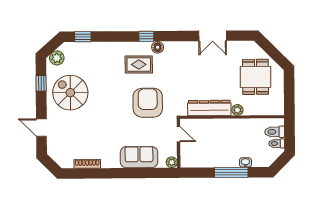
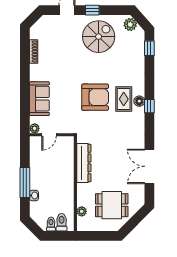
double door: (213, 36) -> (149, 166), width x1.37
floor lamp: (158, 47) -> (139, 101), moved
window: (41, 83) -> (92, 10), moved
armchair: (148, 103) -> (95, 97), moved
plant: (237, 110) -> (82, 211), moved
door: (178, 134) -> (49, 135), moved

